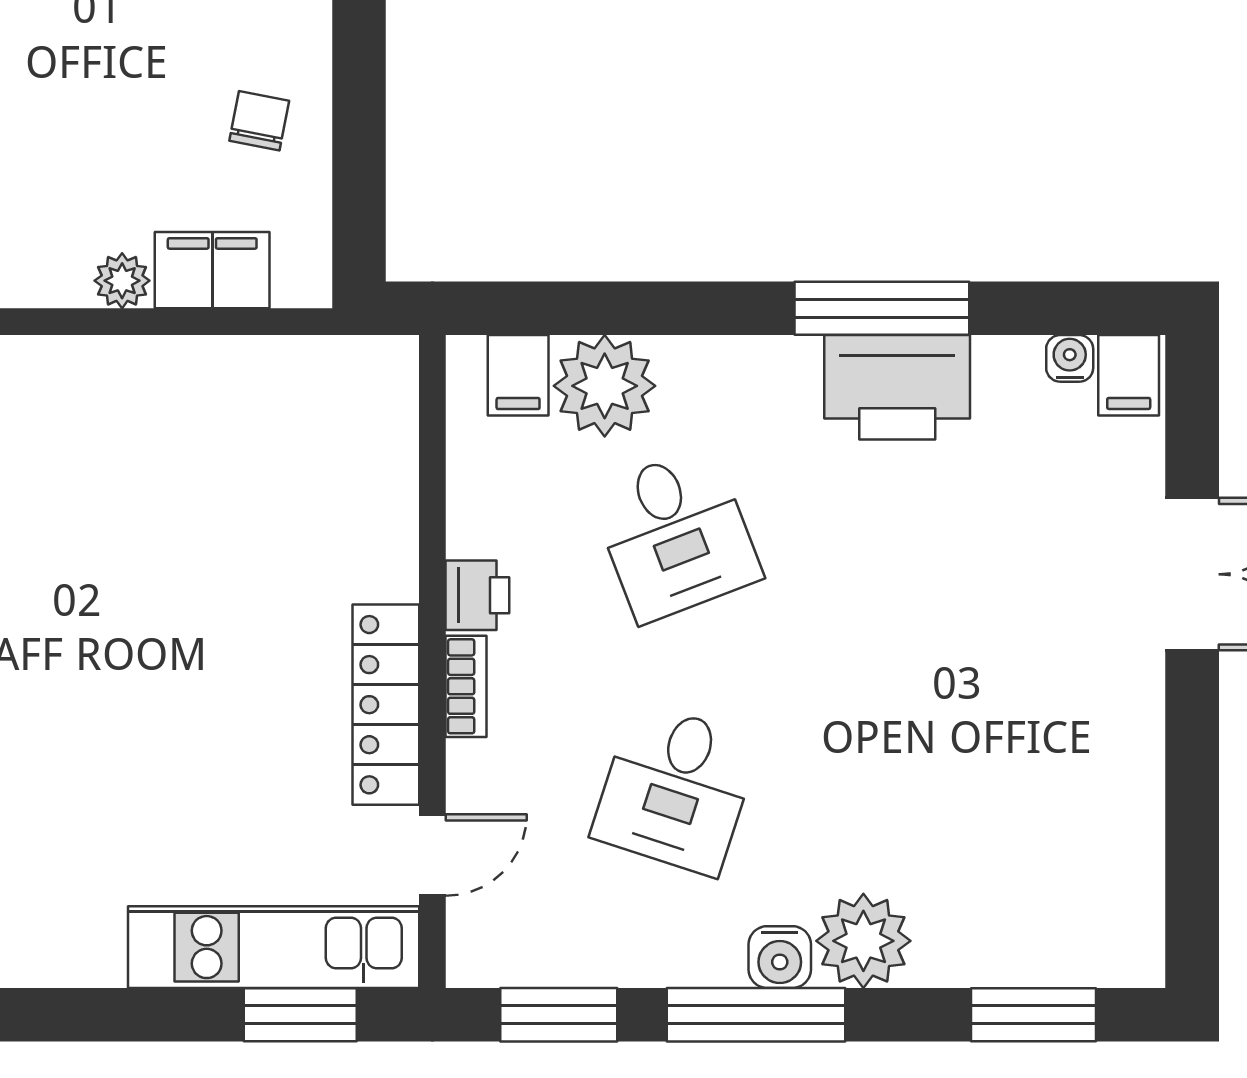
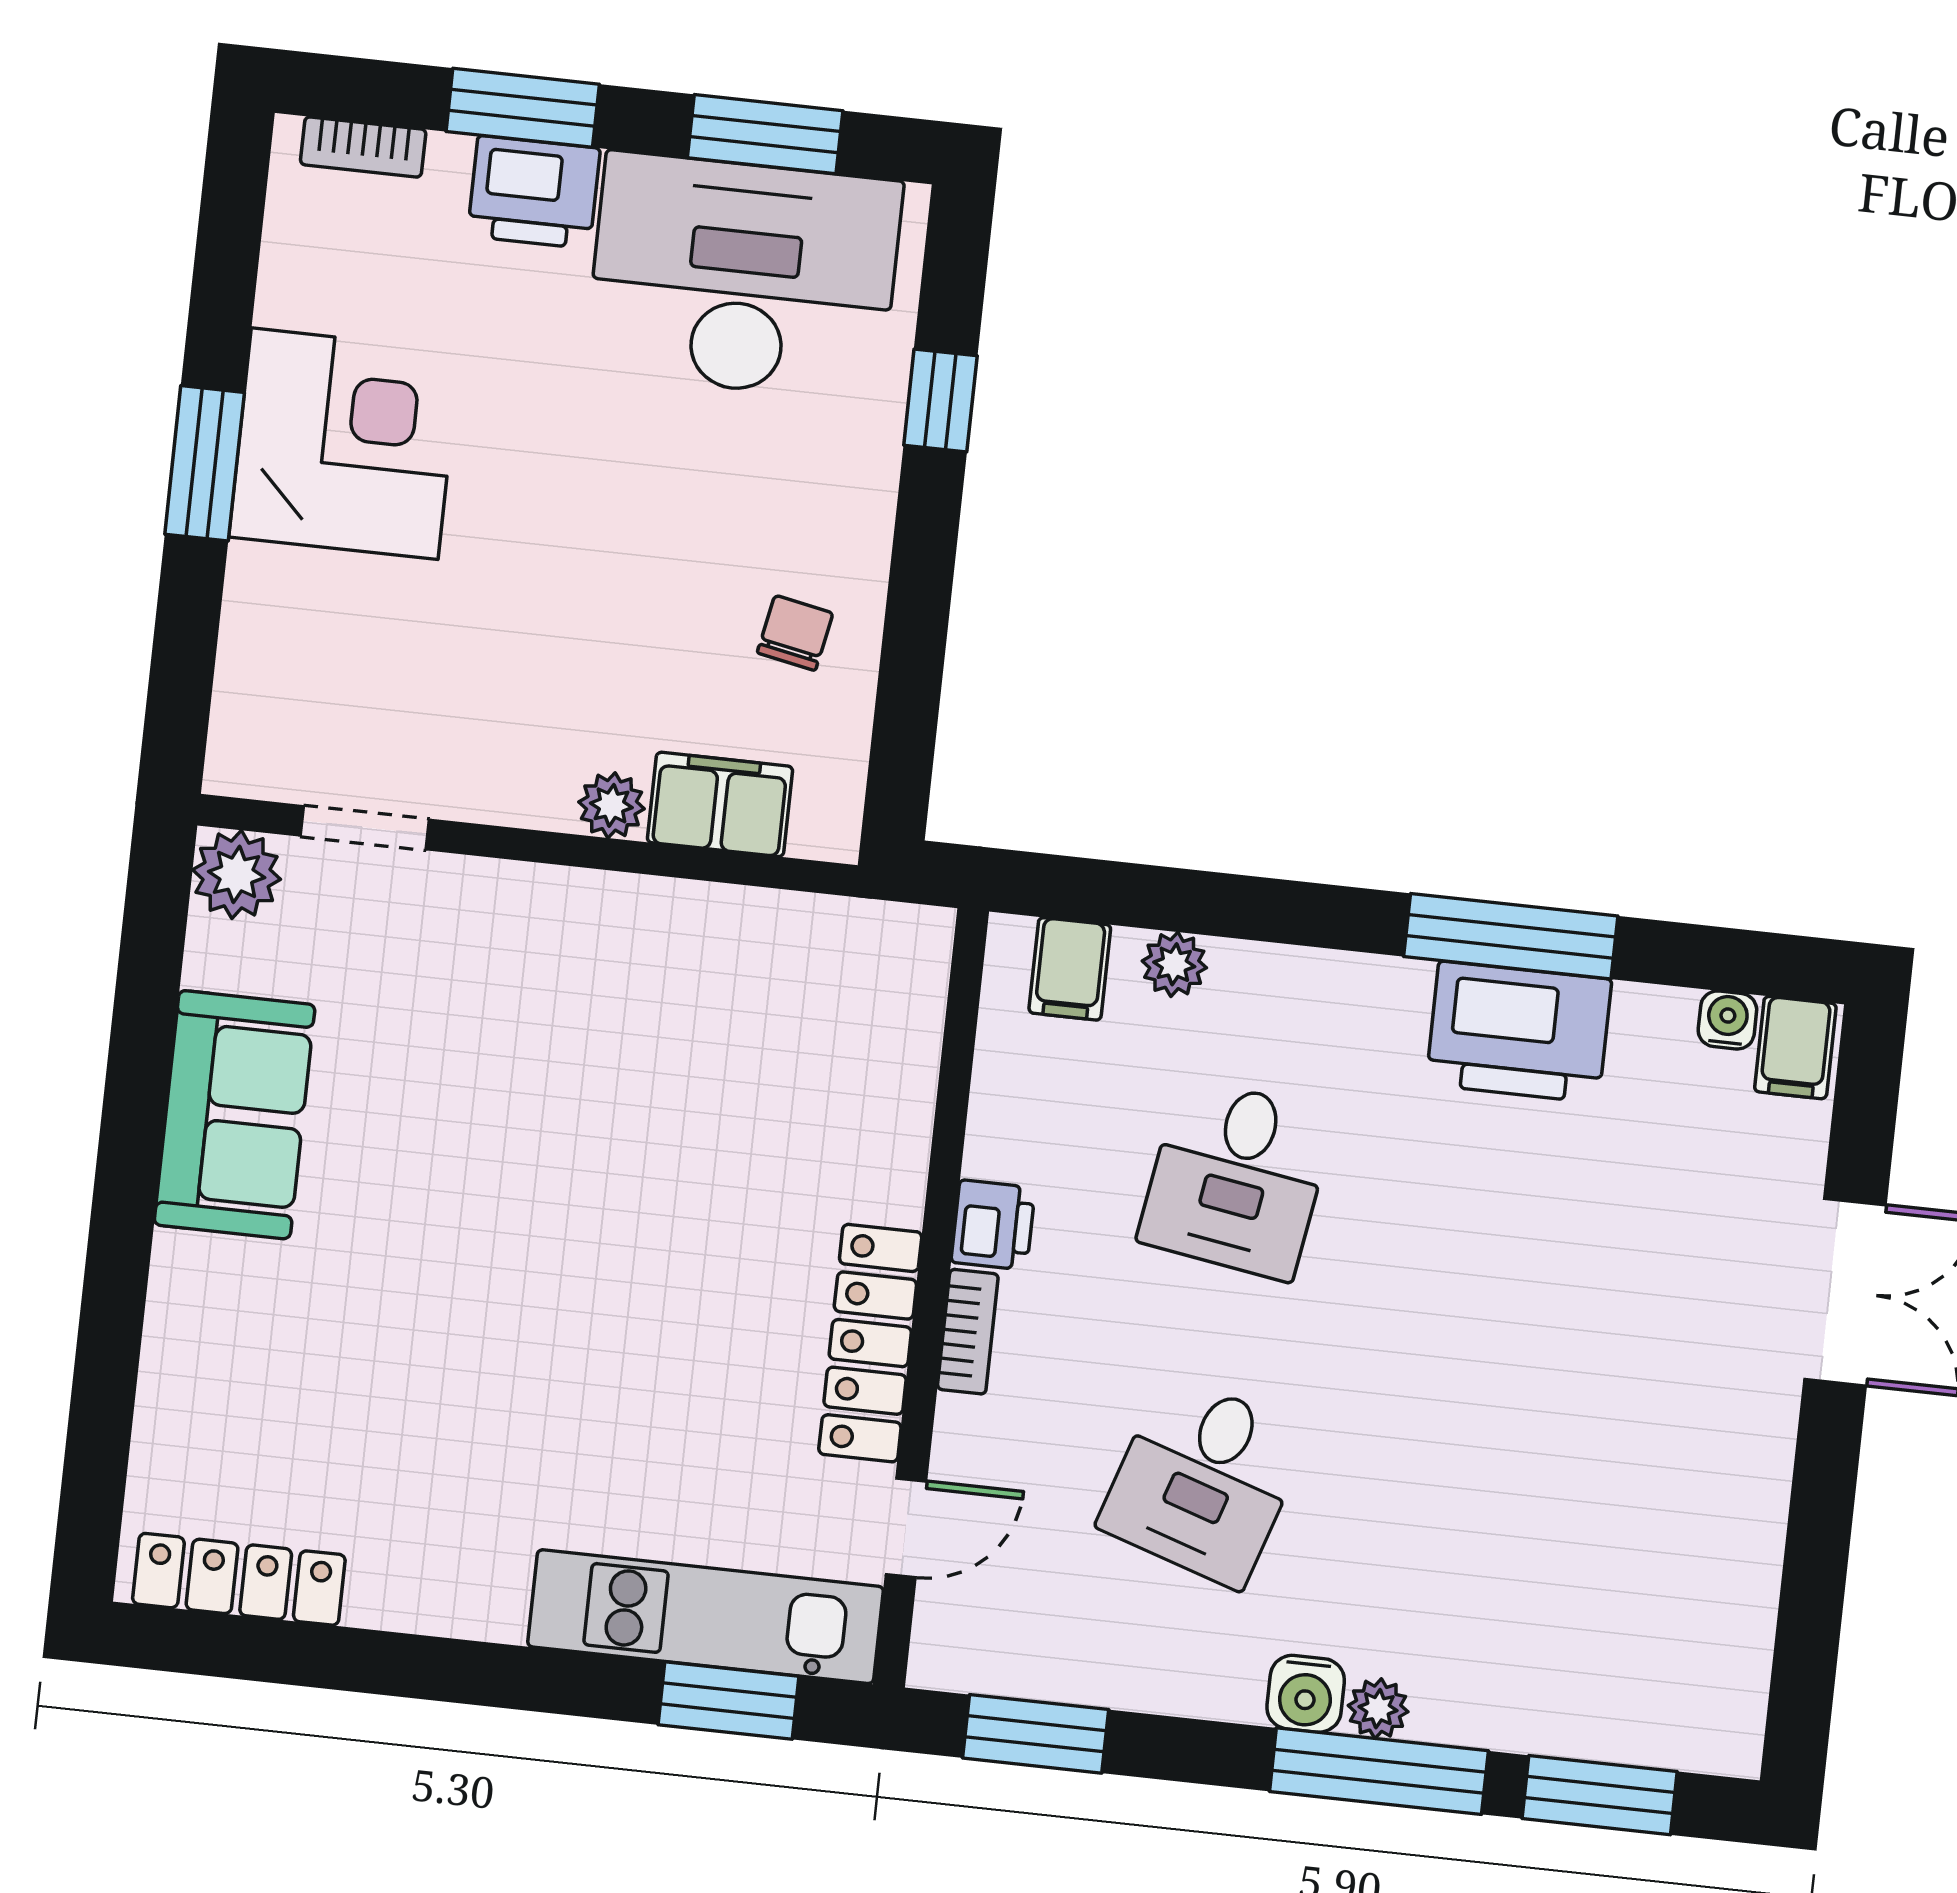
plant: (605, 386) -> (1174, 964), width x0.53, depth x0.53
desk: (676, 534) -> (1236, 1178), turned 30
plant: (863, 941) -> (1378, 1709), width x0.53, depth x0.53
window: (756, 1015) -> (1379, 1771), moved

